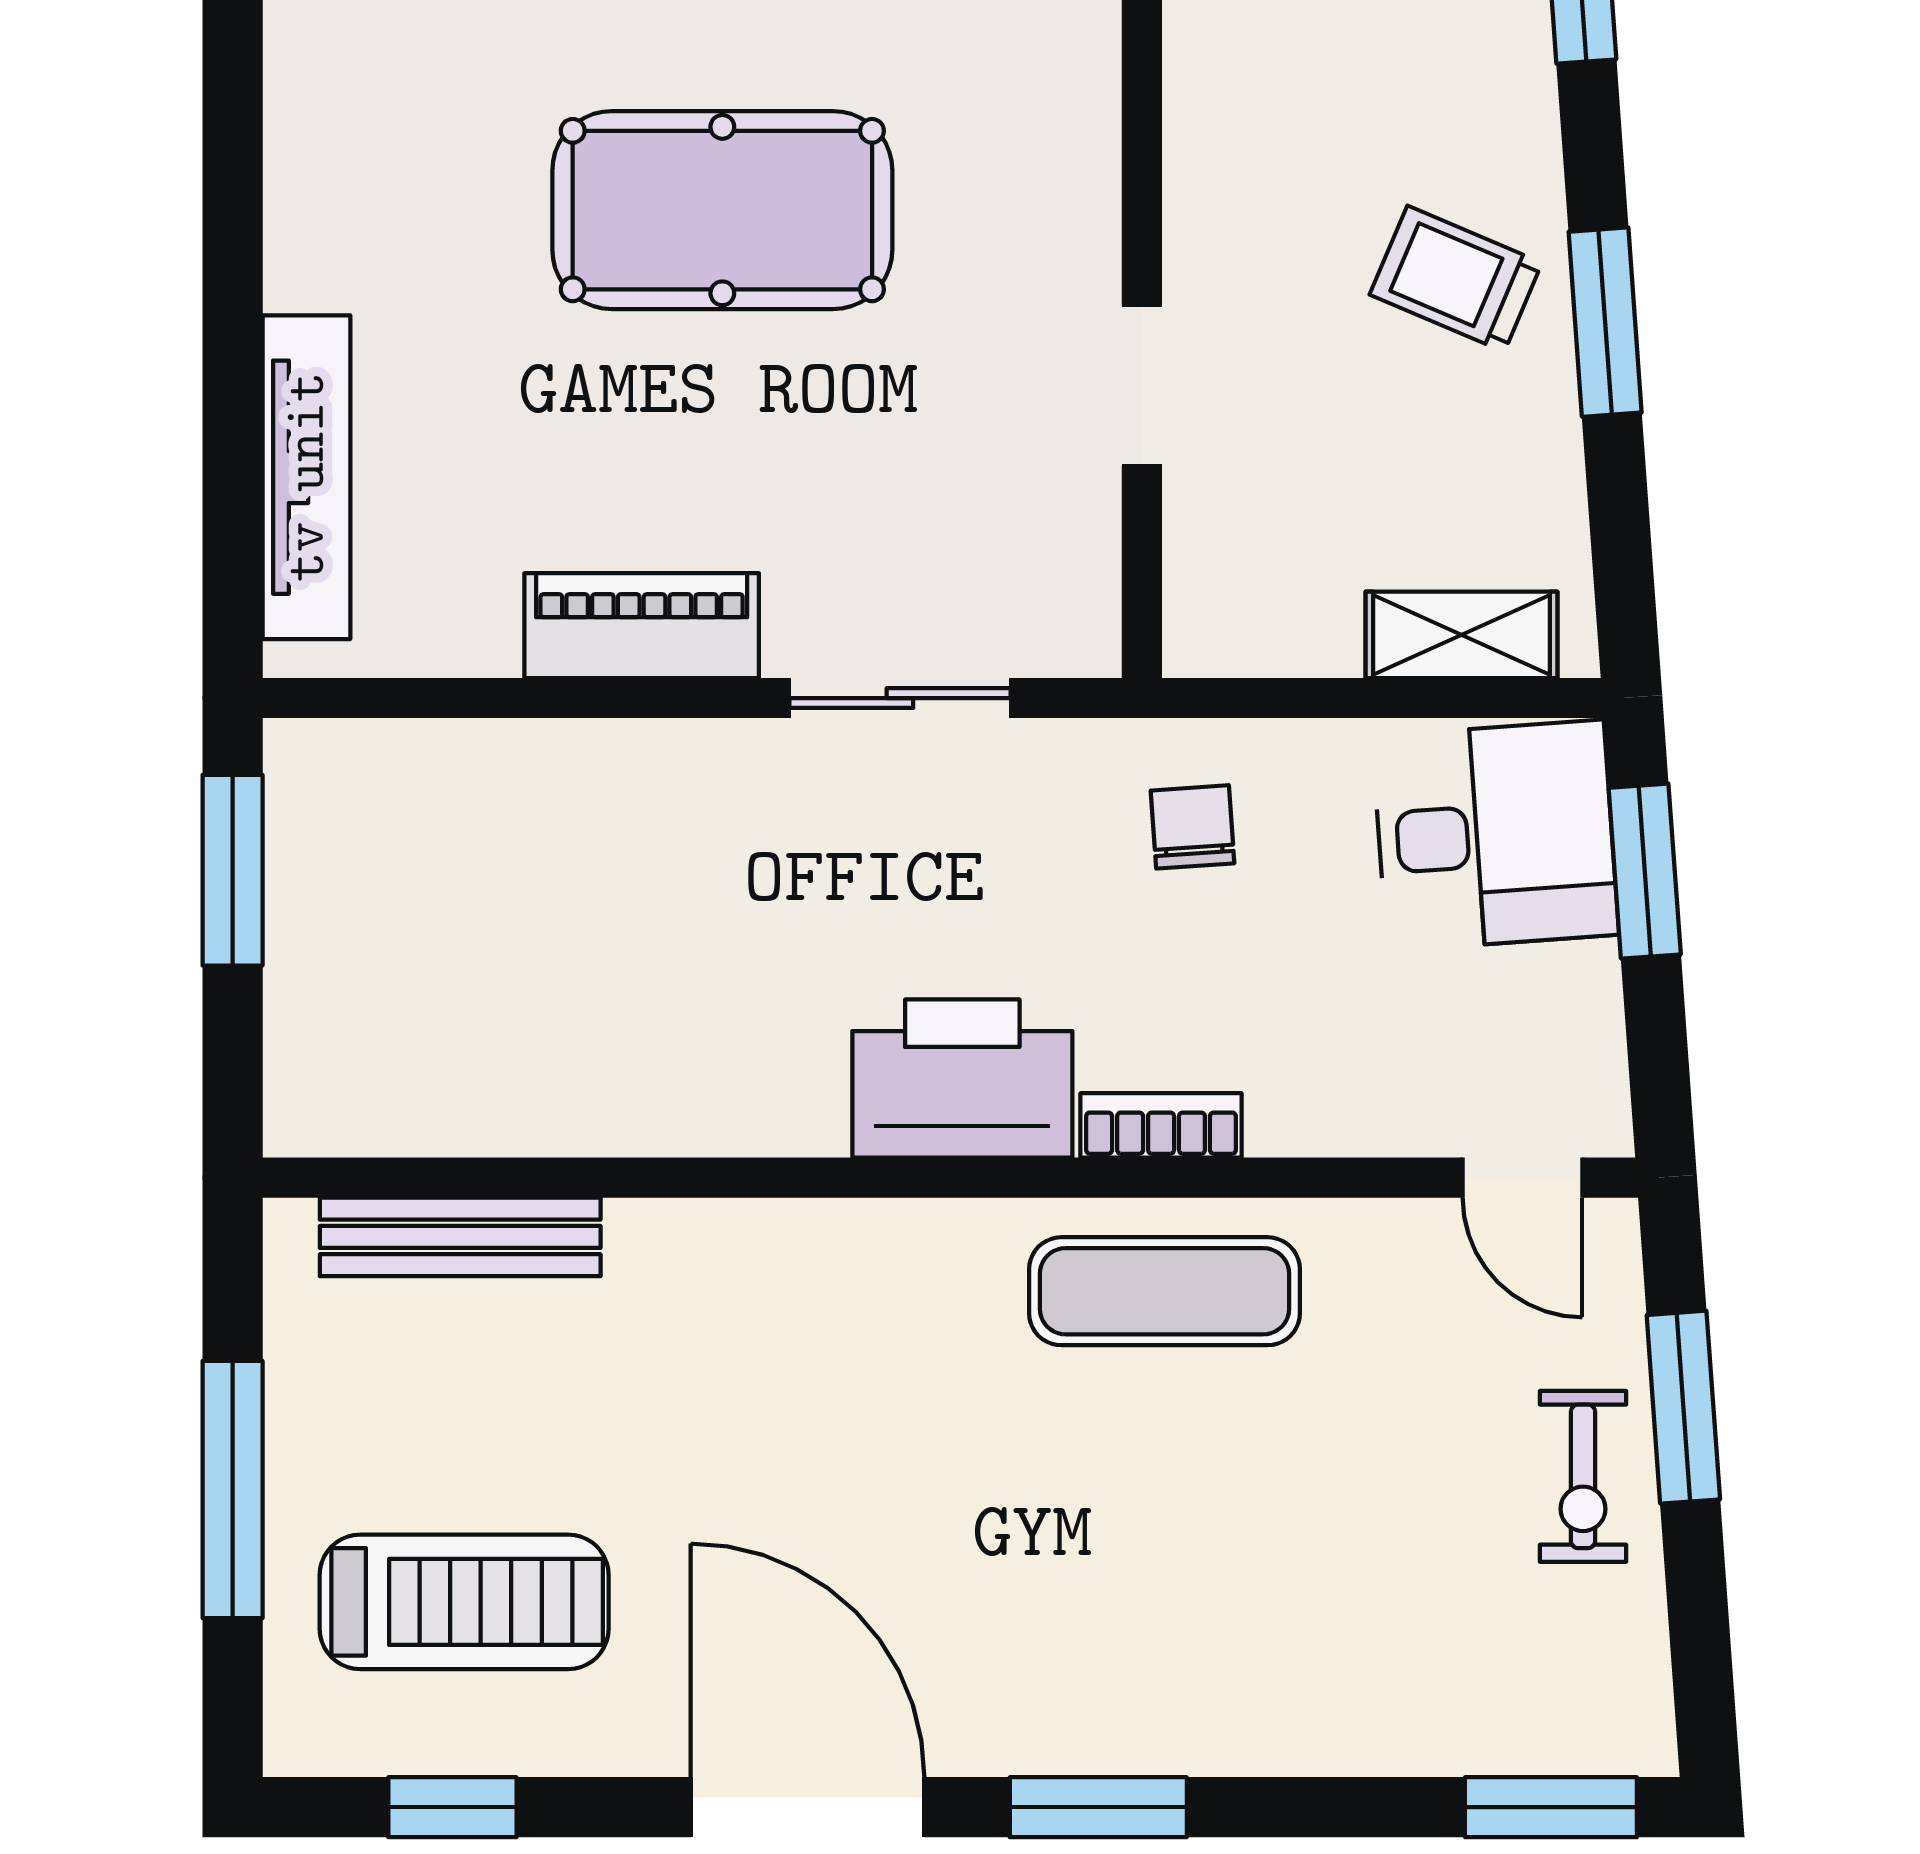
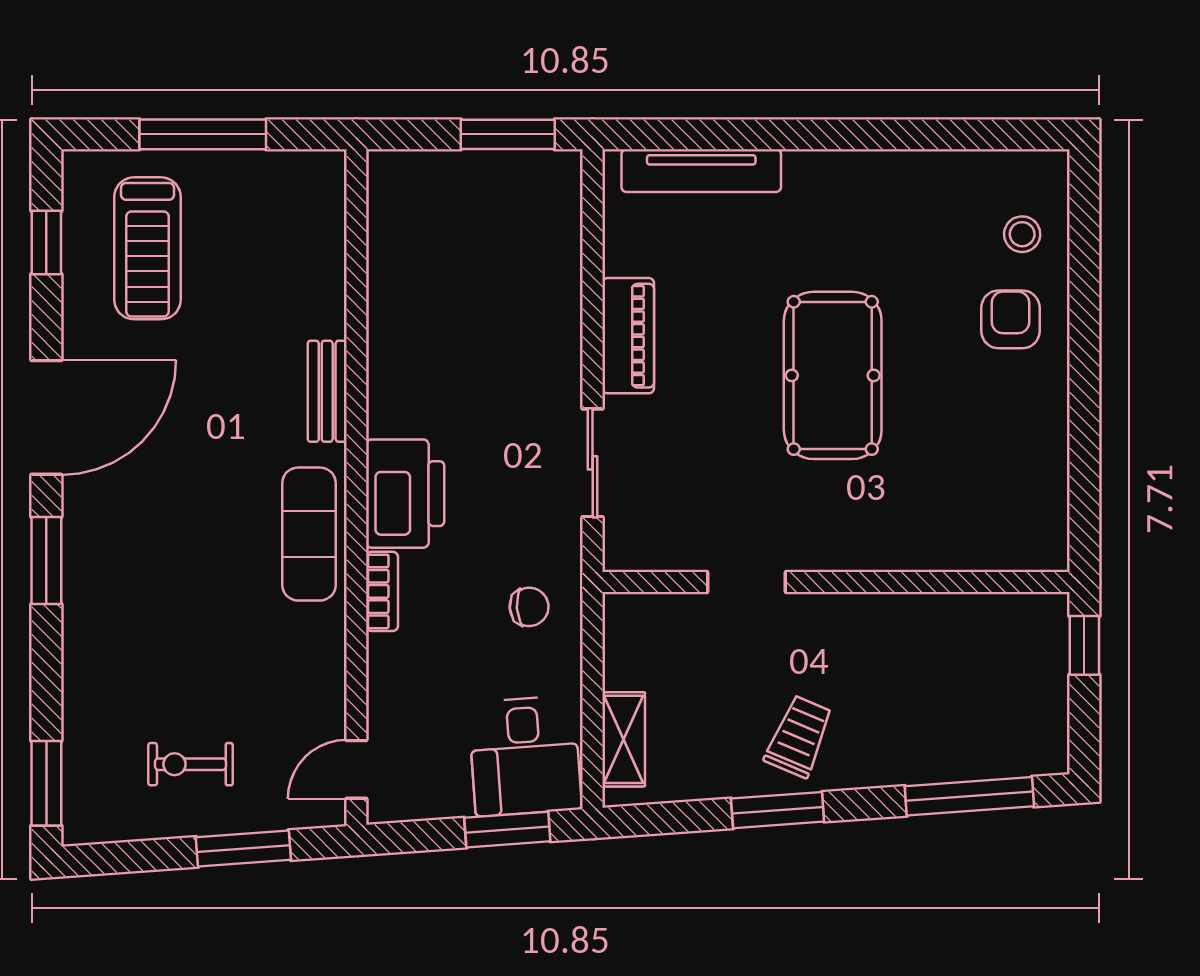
bench: (460, 1237) -> (327, 391), moved, width x0.73
exercise mat: (1164, 1291) -> (309, 534), moved
exercise bike: (1583, 1476) -> (190, 764), moved

